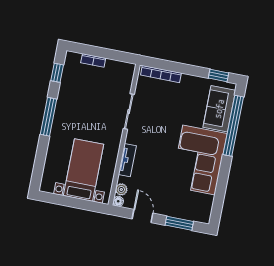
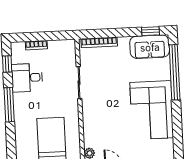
desk: (75, 93) -> (27, 78), added
sofa: (219, 109) -> (150, 47), moved, turned -90
tv unit: (127, 160) -> (88, 126), removed

